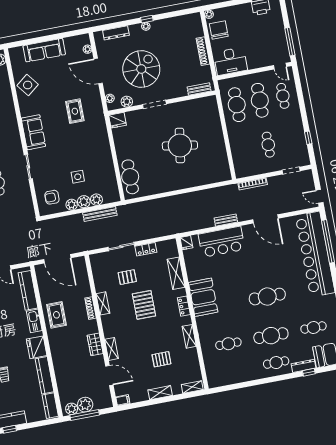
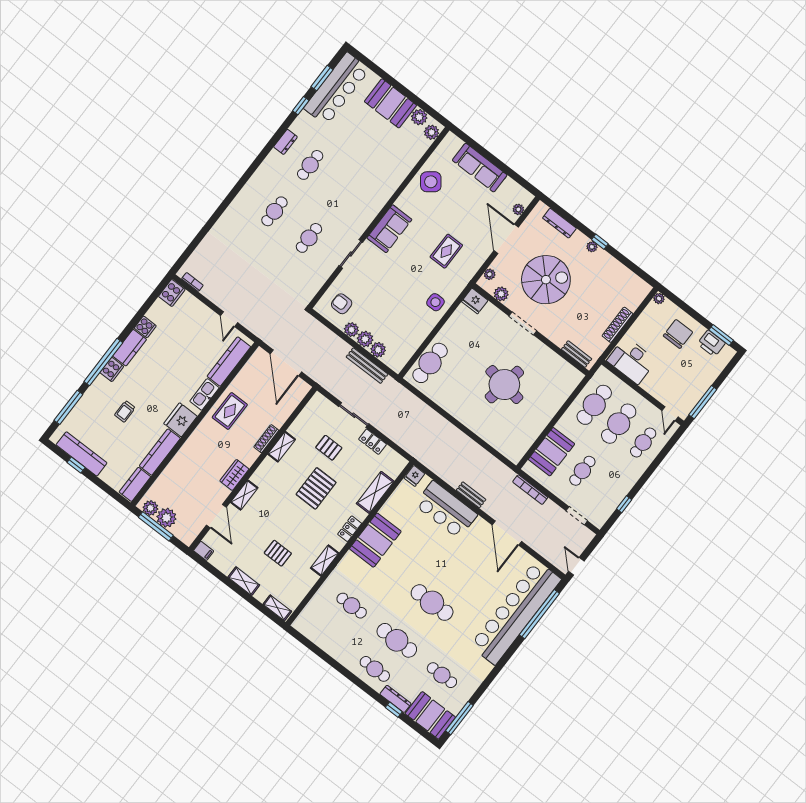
chair: (219, 30) -> (678, 334), moved
booth: (242, 153) -> (552, 452), added
side table: (78, 177) -> (435, 302), moved

